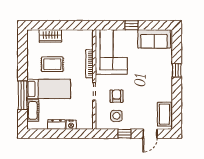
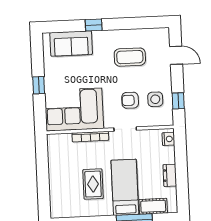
wardrobe: (50, 36) -> (57, 188), removed
sofa: (154, 39) -> (71, 44), moved, turned 90
coffee table: (164, 114) -> (130, 57), moved
nightstand: (71, 125) -> (168, 139), moved
window: (124, 134) -> (178, 101), moved

